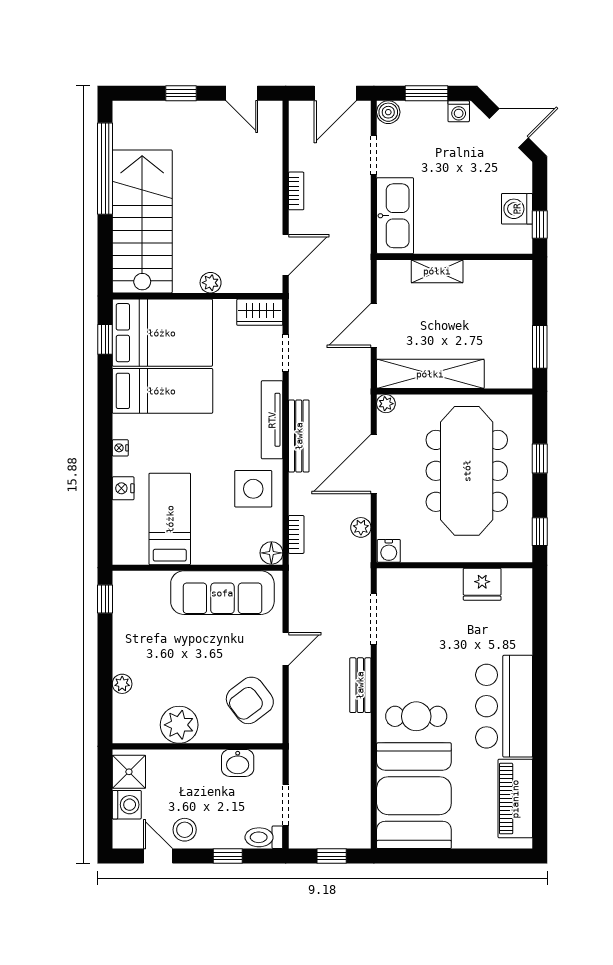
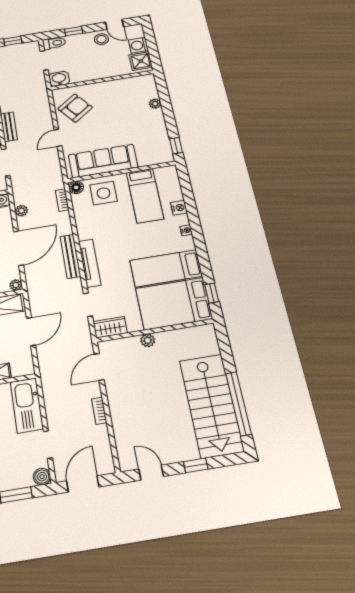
stairs: (142, 221) -> (211, 405), moved
side table: (253, 489) -> (104, 193), moved
plant: (179, 725) -> (116, 89), removed
washbasin: (238, 763) -> (59, 79), moved

